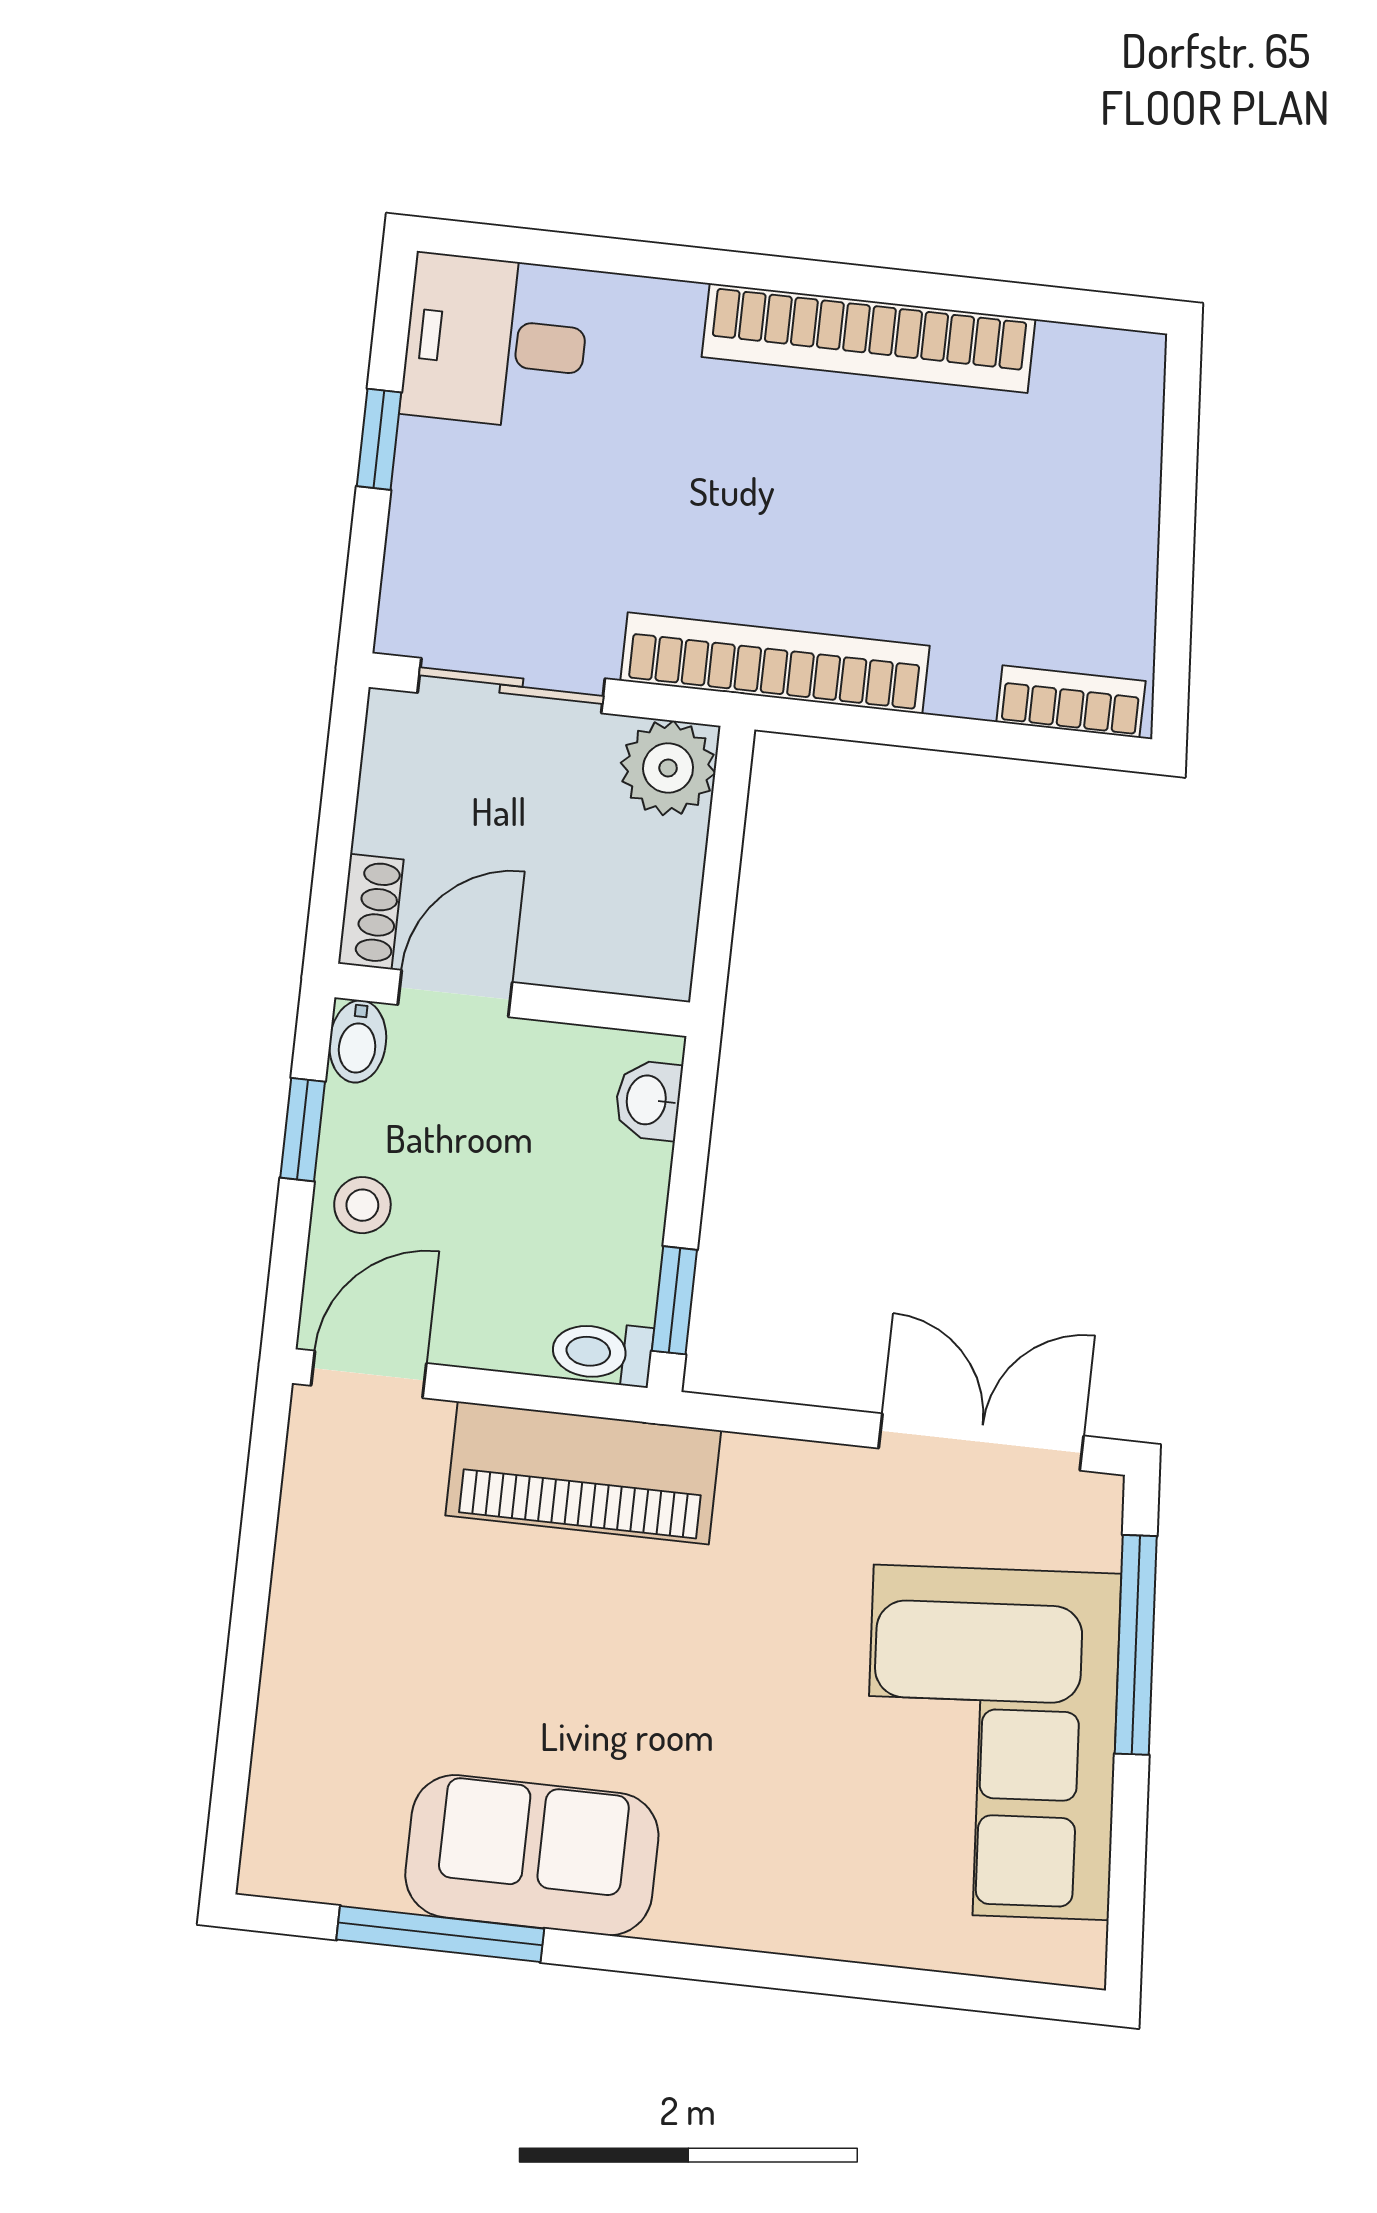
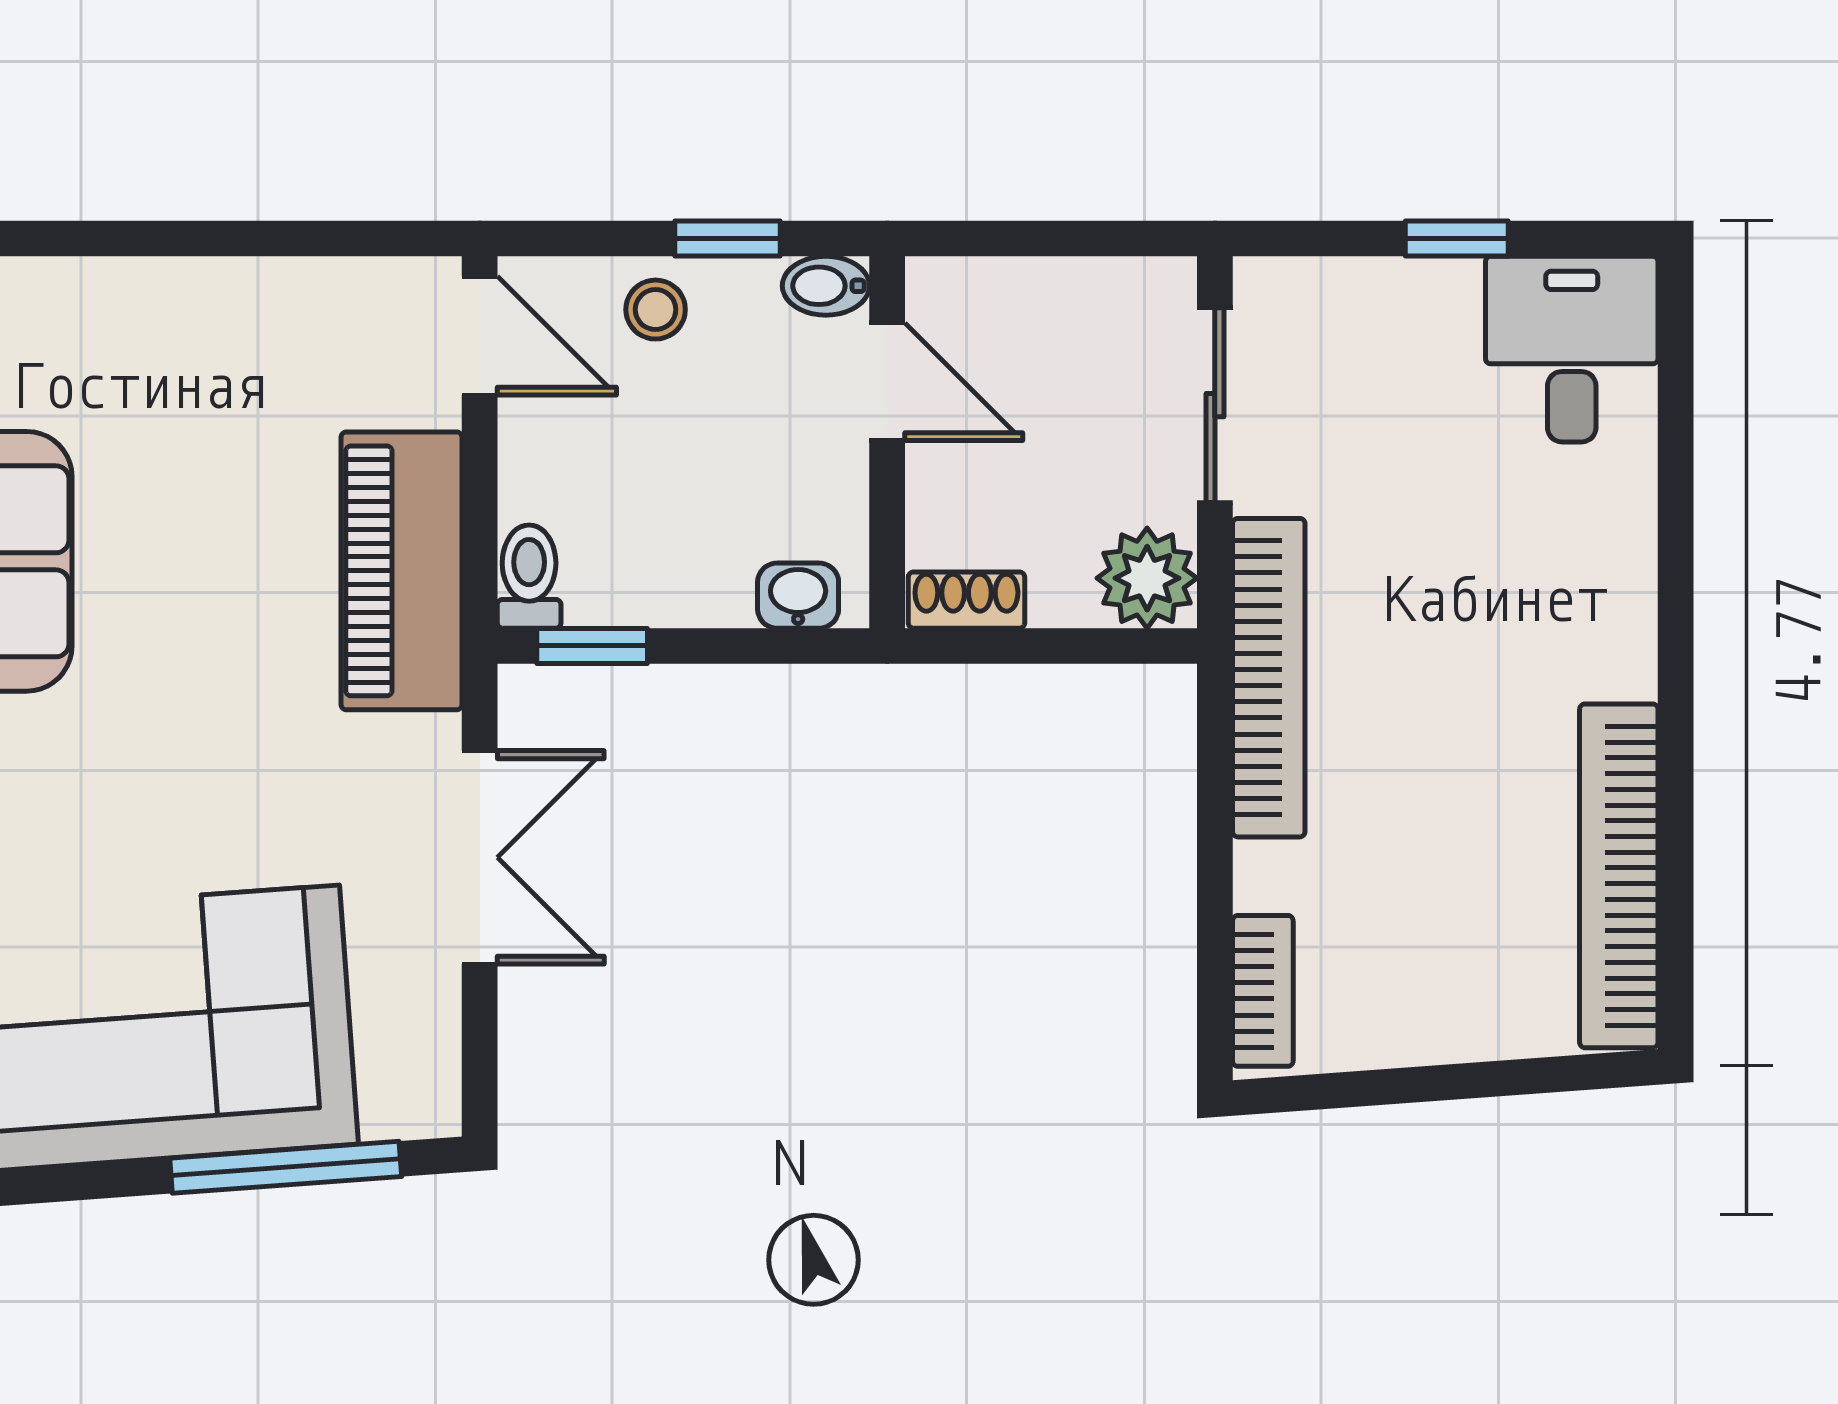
bookcase: (869, 338) -> (1619, 876), moved
shoe rack: (371, 912) -> (966, 600), moved, turned 180
double door: (981, 1442) -> (480, 857), moved

